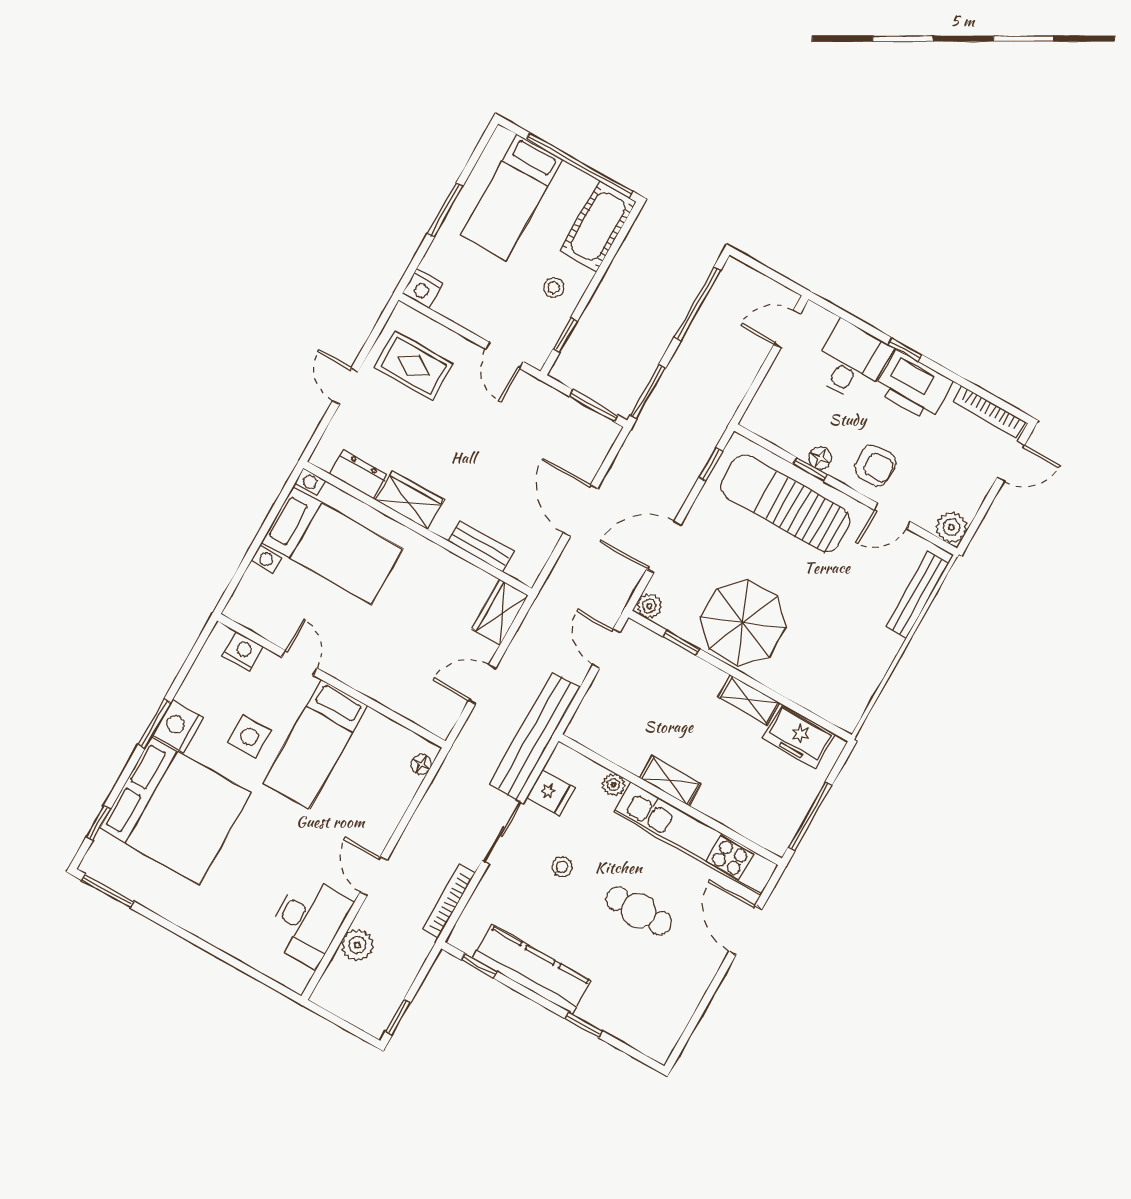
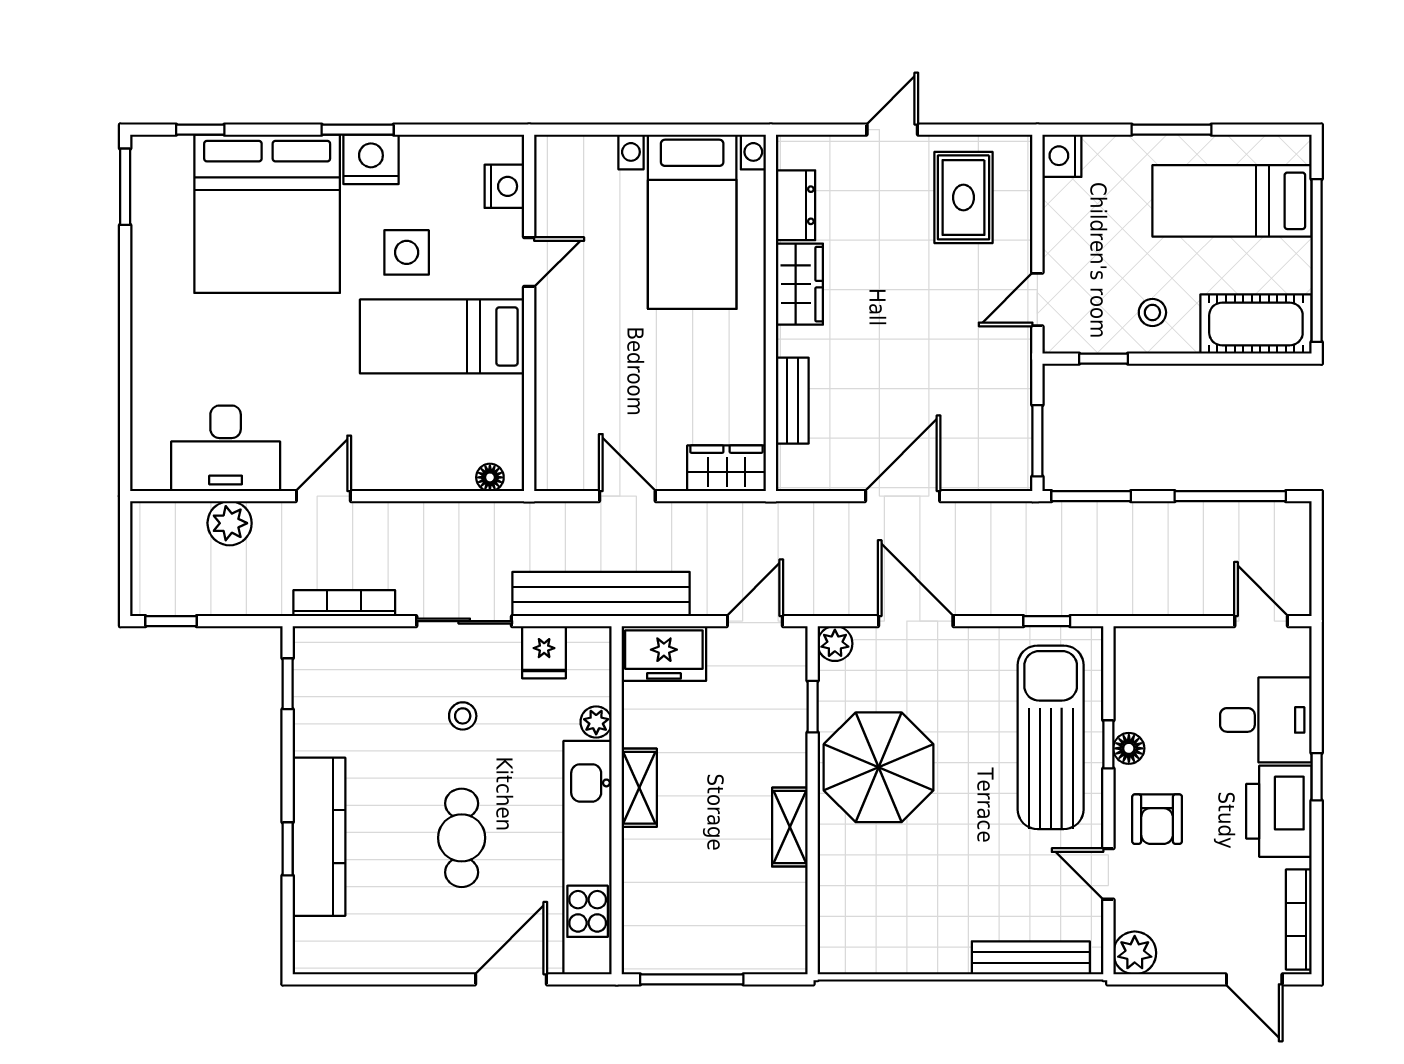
freezer: (799, 736) -> (664, 654), moved, turned -90
kitchen counter: (532, 969) -> (319, 837), moved

